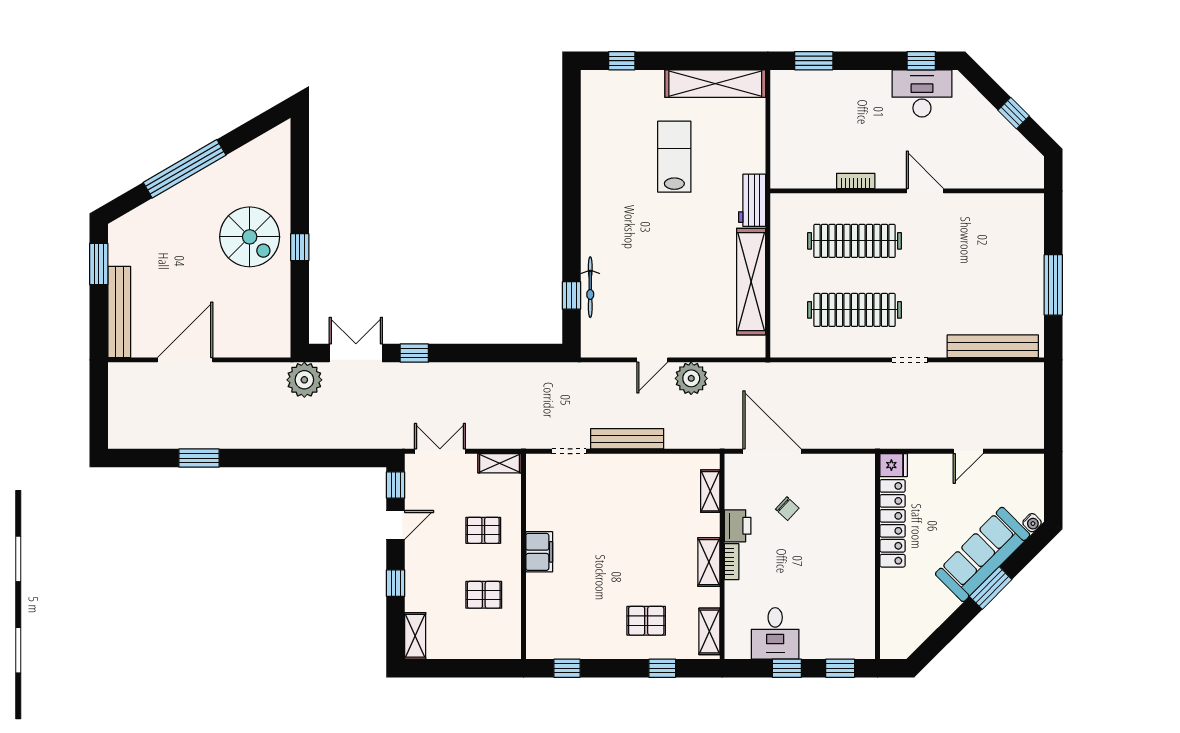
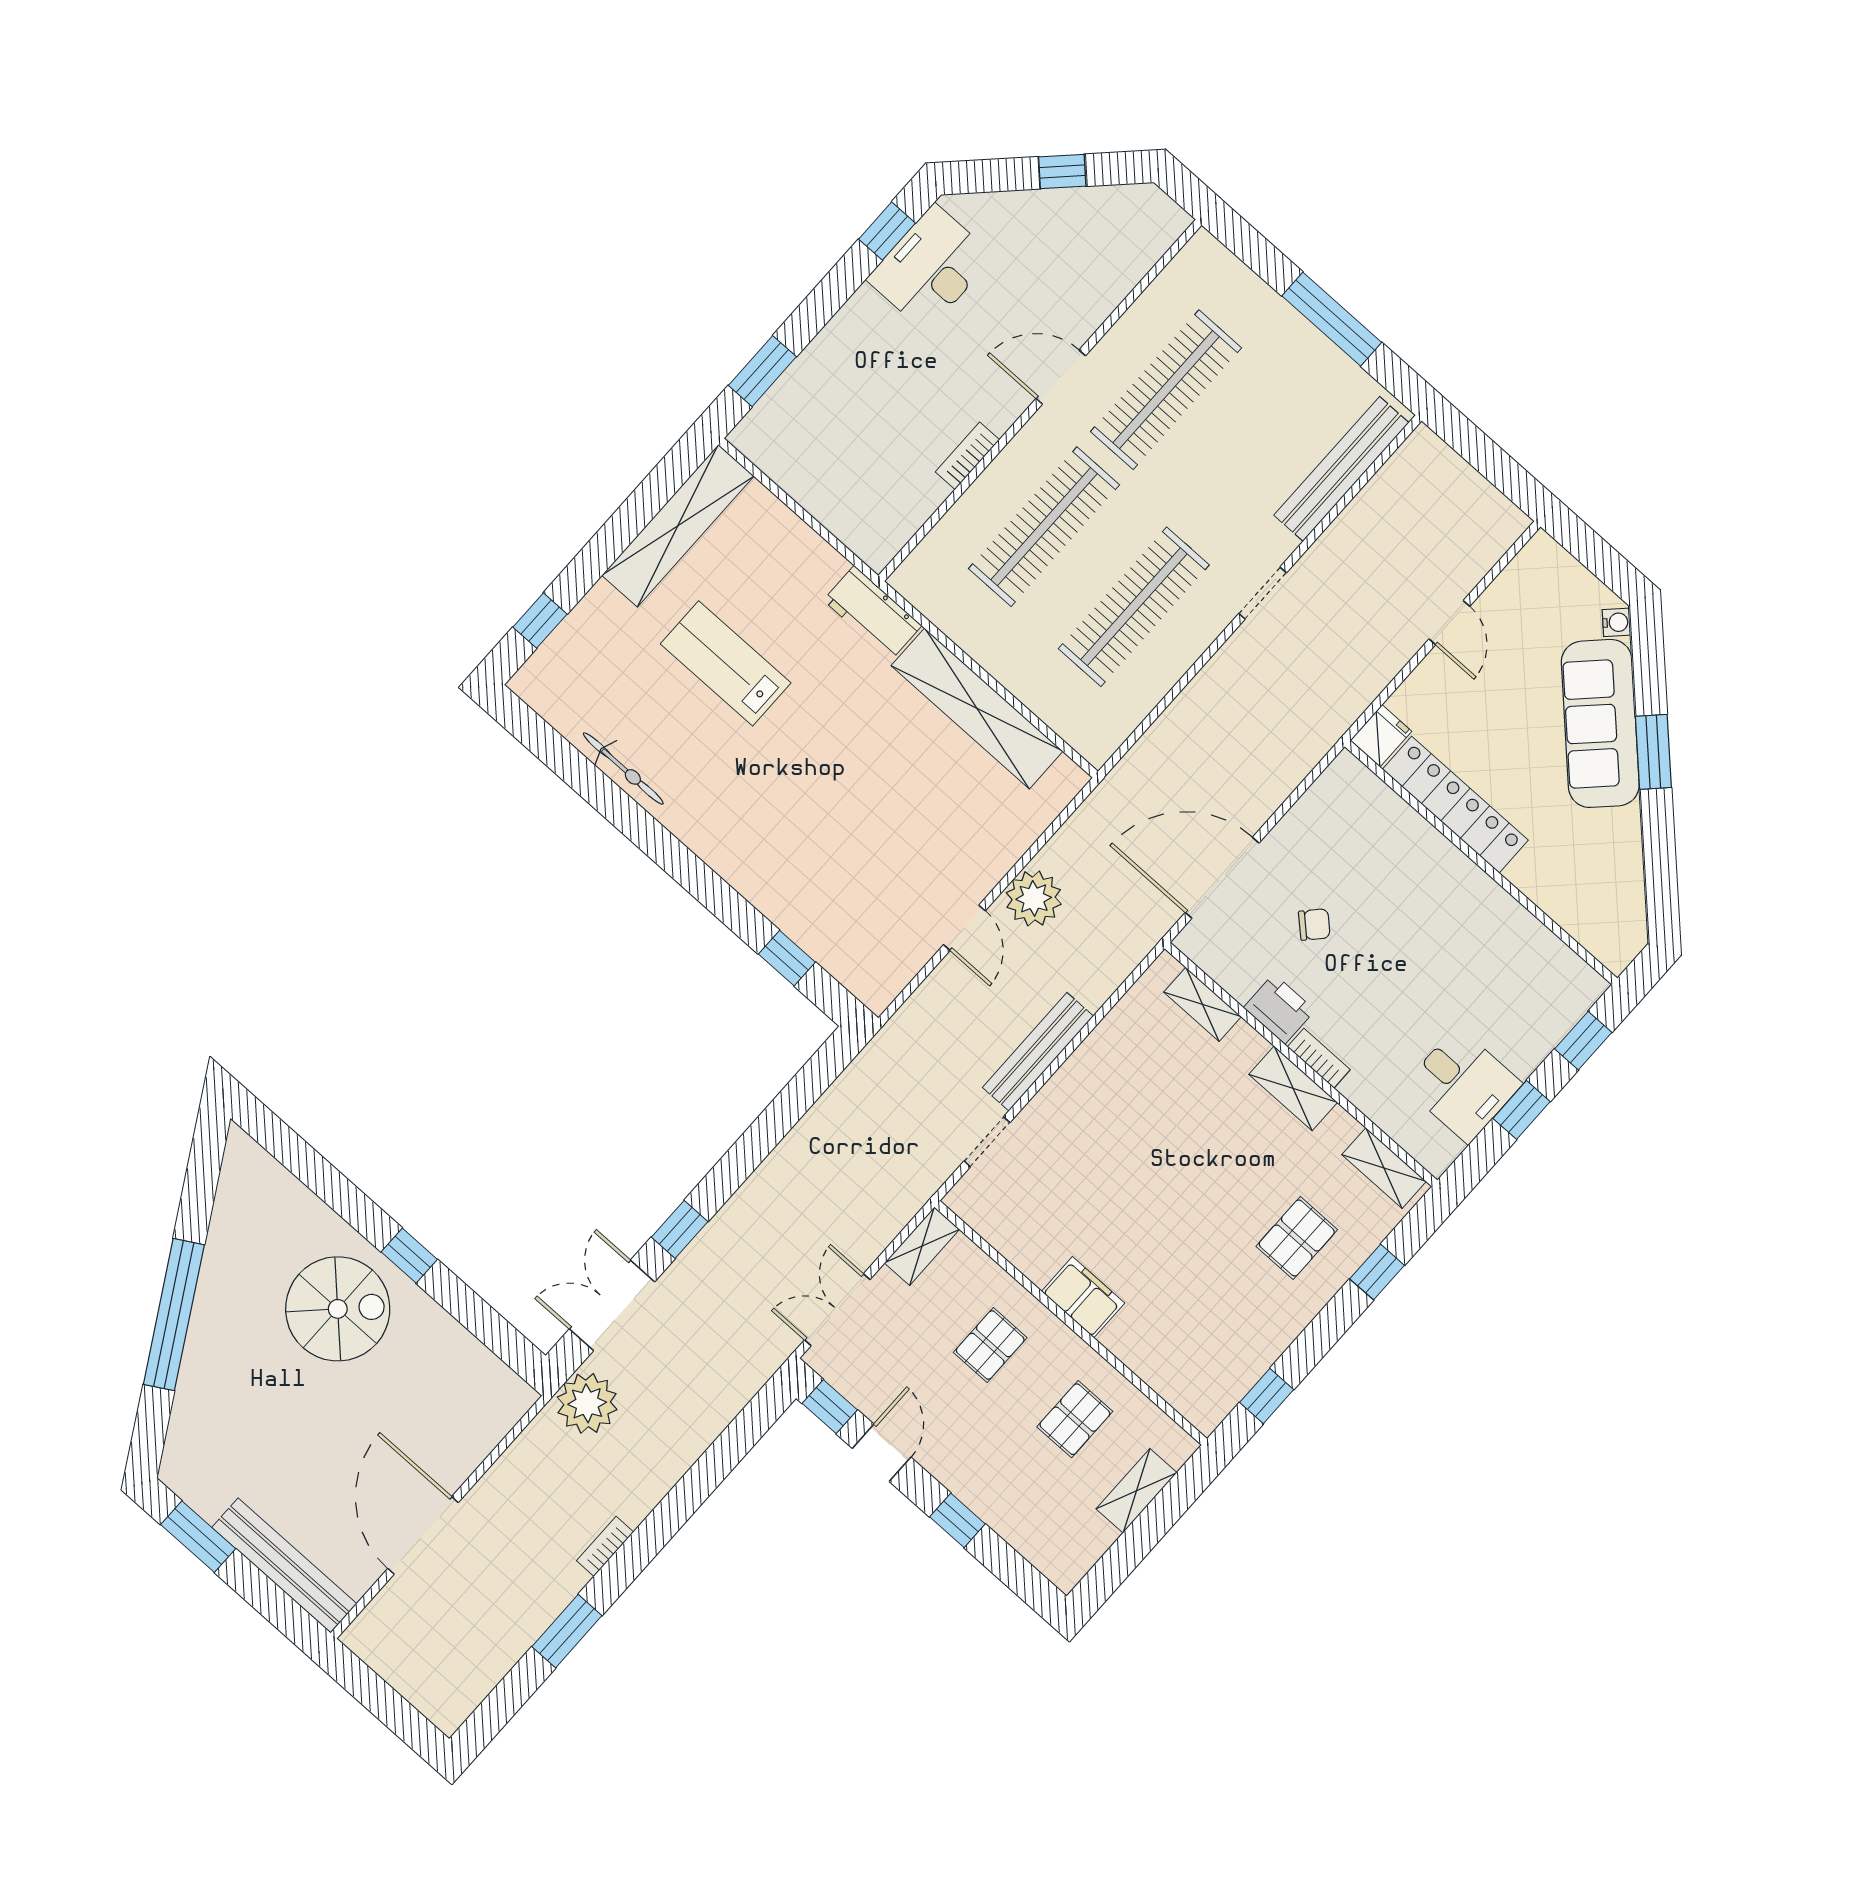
clothes rail: (960, 241) -> (1166, 390), added
bicycle: (590, 287) -> (623, 769), moved
bookcase: (250, 442) -> (605, 1546), added
shelving: (415, 636) -> (1136, 1491), moved, turned 90

